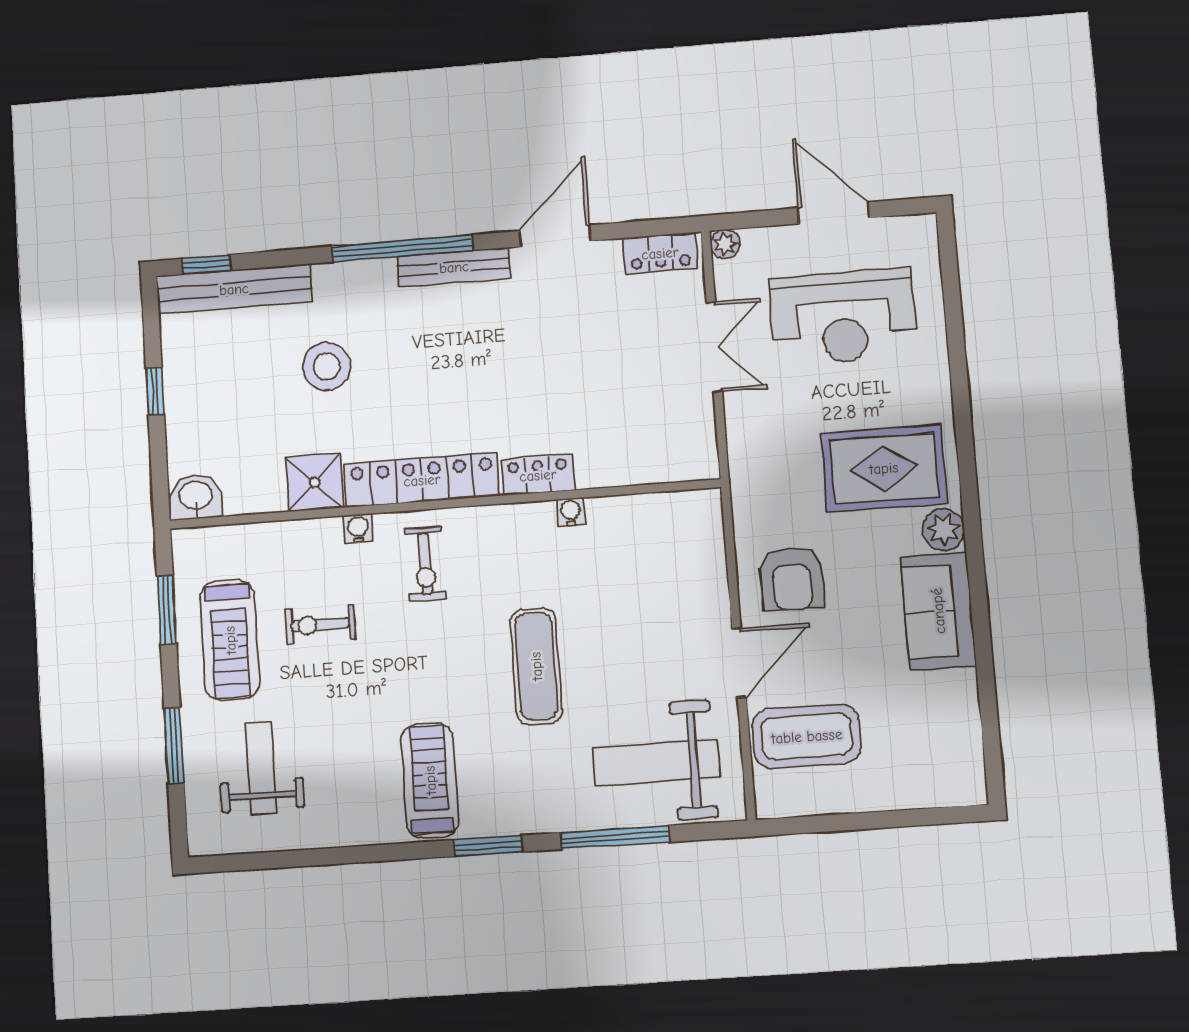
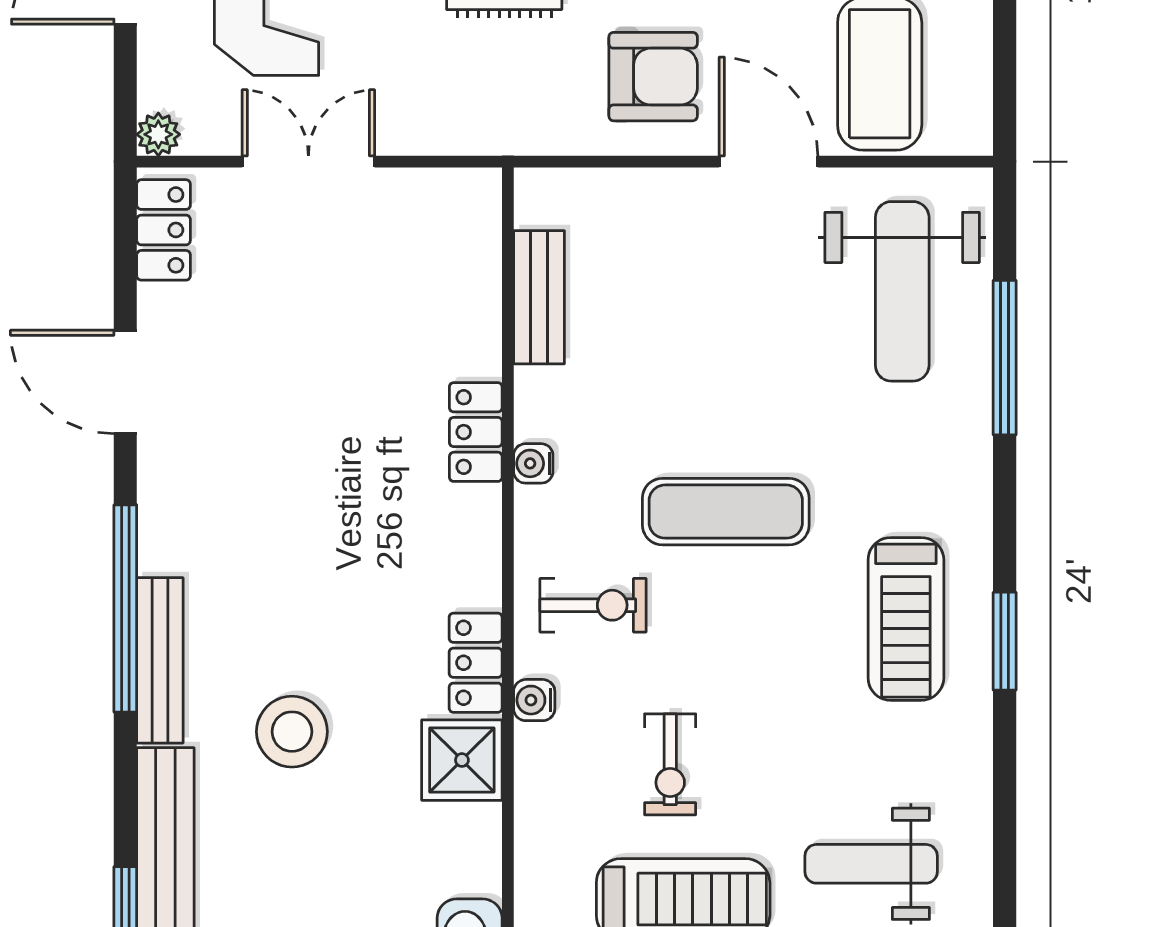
bench: (454, 267) -> (160, 660), moved
locker: (422, 480) -> (476, 663), width x0.46, depth x0.83
bench: (633, 511) -> (539, 297), added
water cooler: (571, 512) -> (533, 463), moved
exercise mat: (536, 666) -> (726, 512), moved
treadmill: (430, 780) -> (906, 619), turned -90
window: (488, 846) -> (1005, 641), moved

